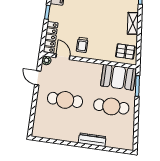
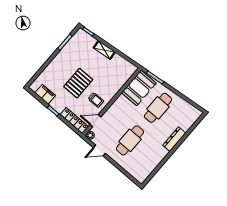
pallet: (125, 51) -> (78, 83), moved, width x1.50, depth x1.42

